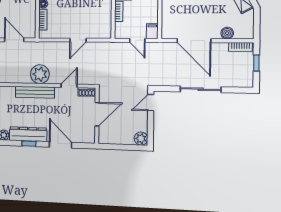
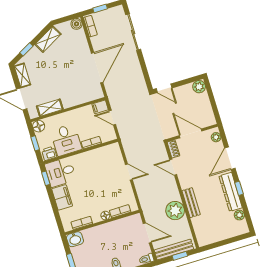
boiler: (227, 33) -> (77, 24), moved
door: (14, 40) -> (147, 233), swing flipped
door: (137, 40) -> (112, 118), swing flipped
plant: (40, 74) -> (175, 211), moved
sliding door: (201, 89) -> (133, 32), moved
bench: (35, 92) -> (191, 203), width x0.73
plant: (85, 138) -> (216, 137), added

